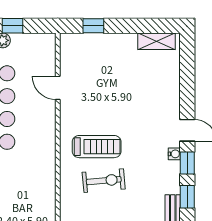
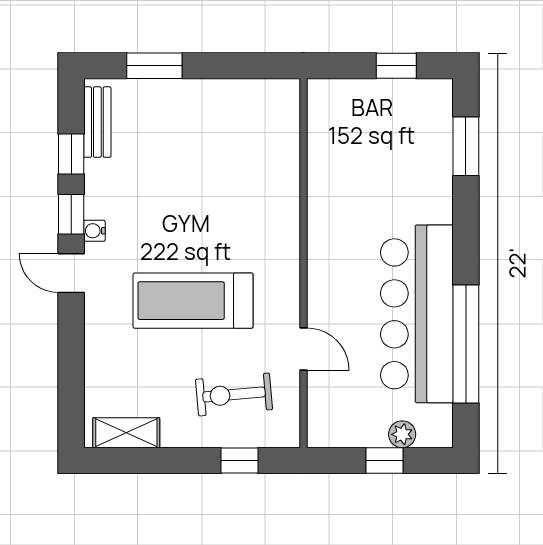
treadmill: (97, 147) -> (193, 301), moved, width x1.37, depth x1.38
exercise bike: (104, 181) -> (234, 394), moved

